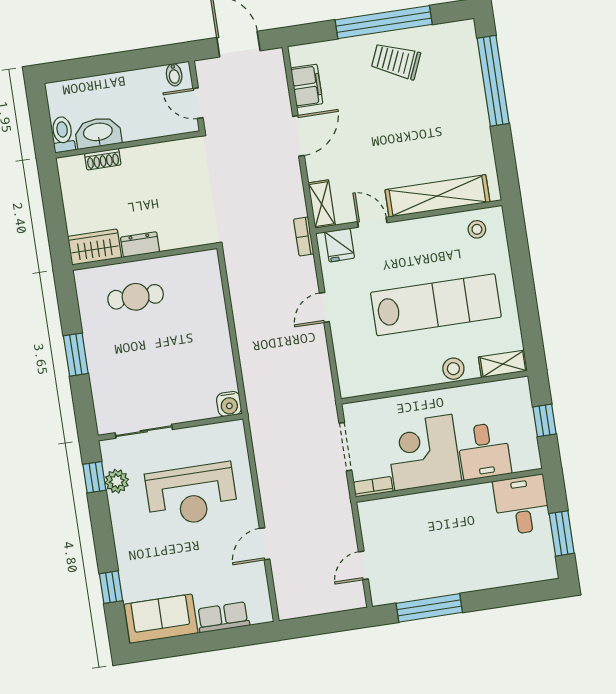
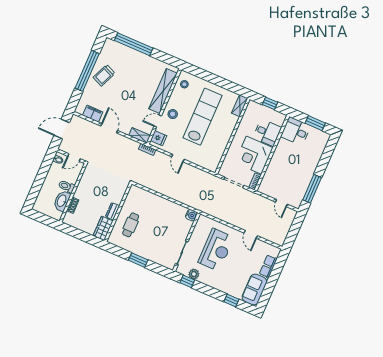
toilet: (63, 134) -> (66, 186), moved
stool: (453, 369) -> (173, 114), moved

